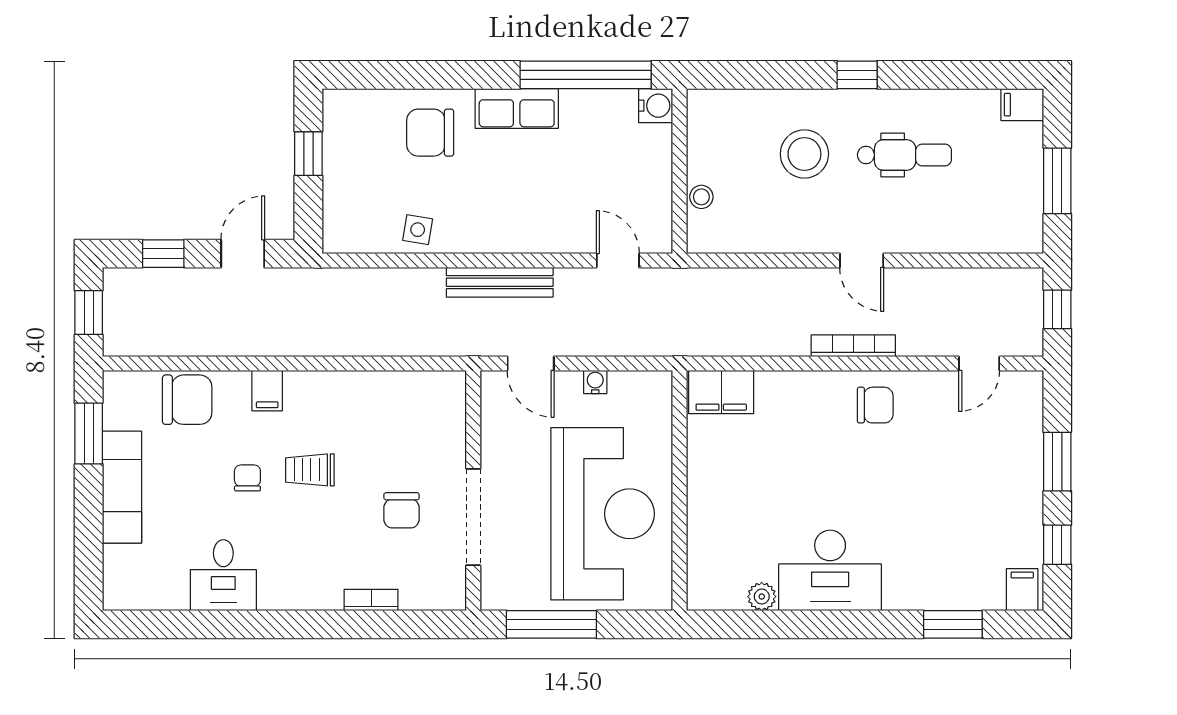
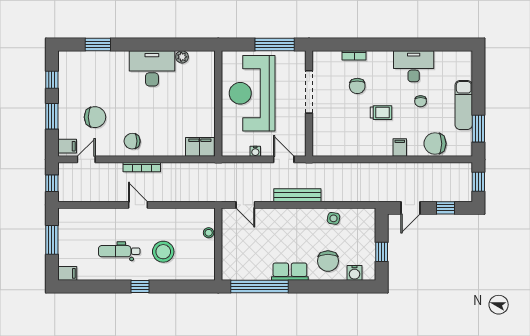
water cooler: (656, 106) -> (354, 273), moved, turned -90
chair: (430, 133) -> (328, 261), turned 90
chair: (959, 460) -> (95, 117), added
chair: (247, 478) -> (421, 101), moved
chair: (402, 510) -> (357, 86), moved, turned 180
desk: (223, 575) -> (414, 66), width x1.37
filing cabinet: (1022, 590) -> (67, 146), moved, turned -90

